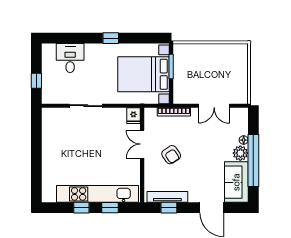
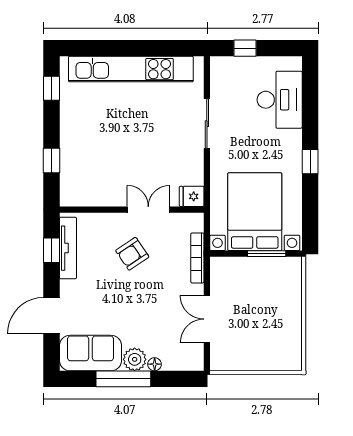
desk: (70, 58) -> (280, 100), width x1.37
window: (253, 160) -> (123, 379), width x0.68
kitchen unit: (97, 194) -> (131, 69), moved, turned 90
window: (81, 208) -> (52, 88), moved

